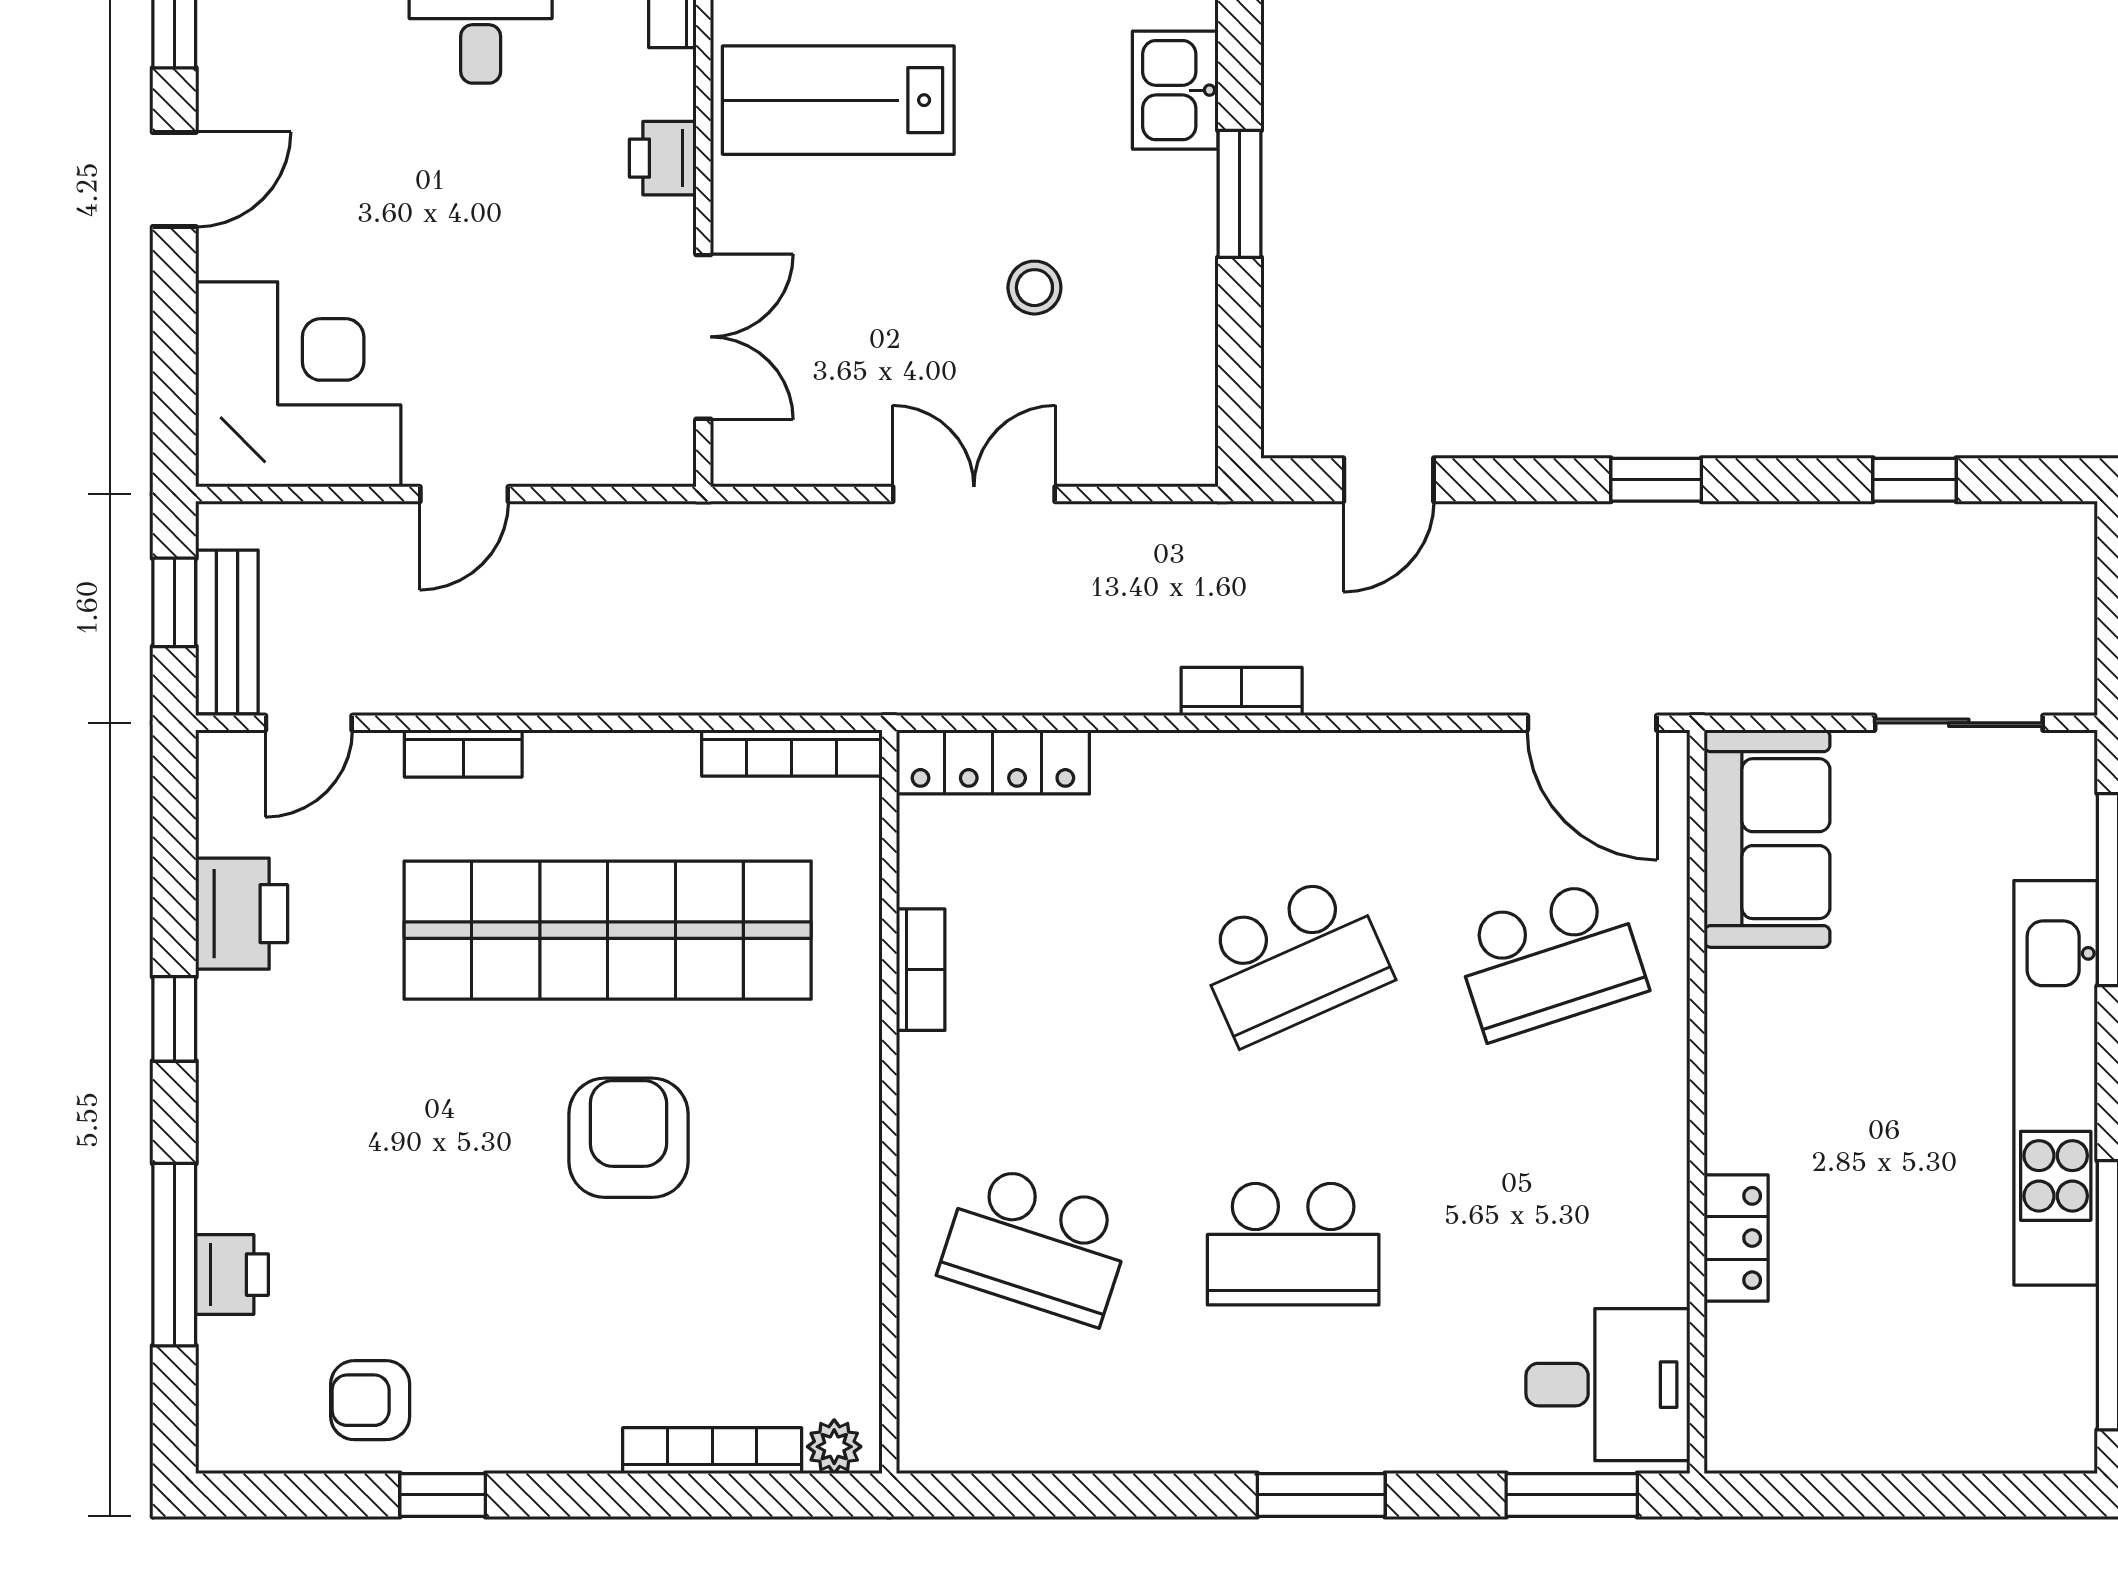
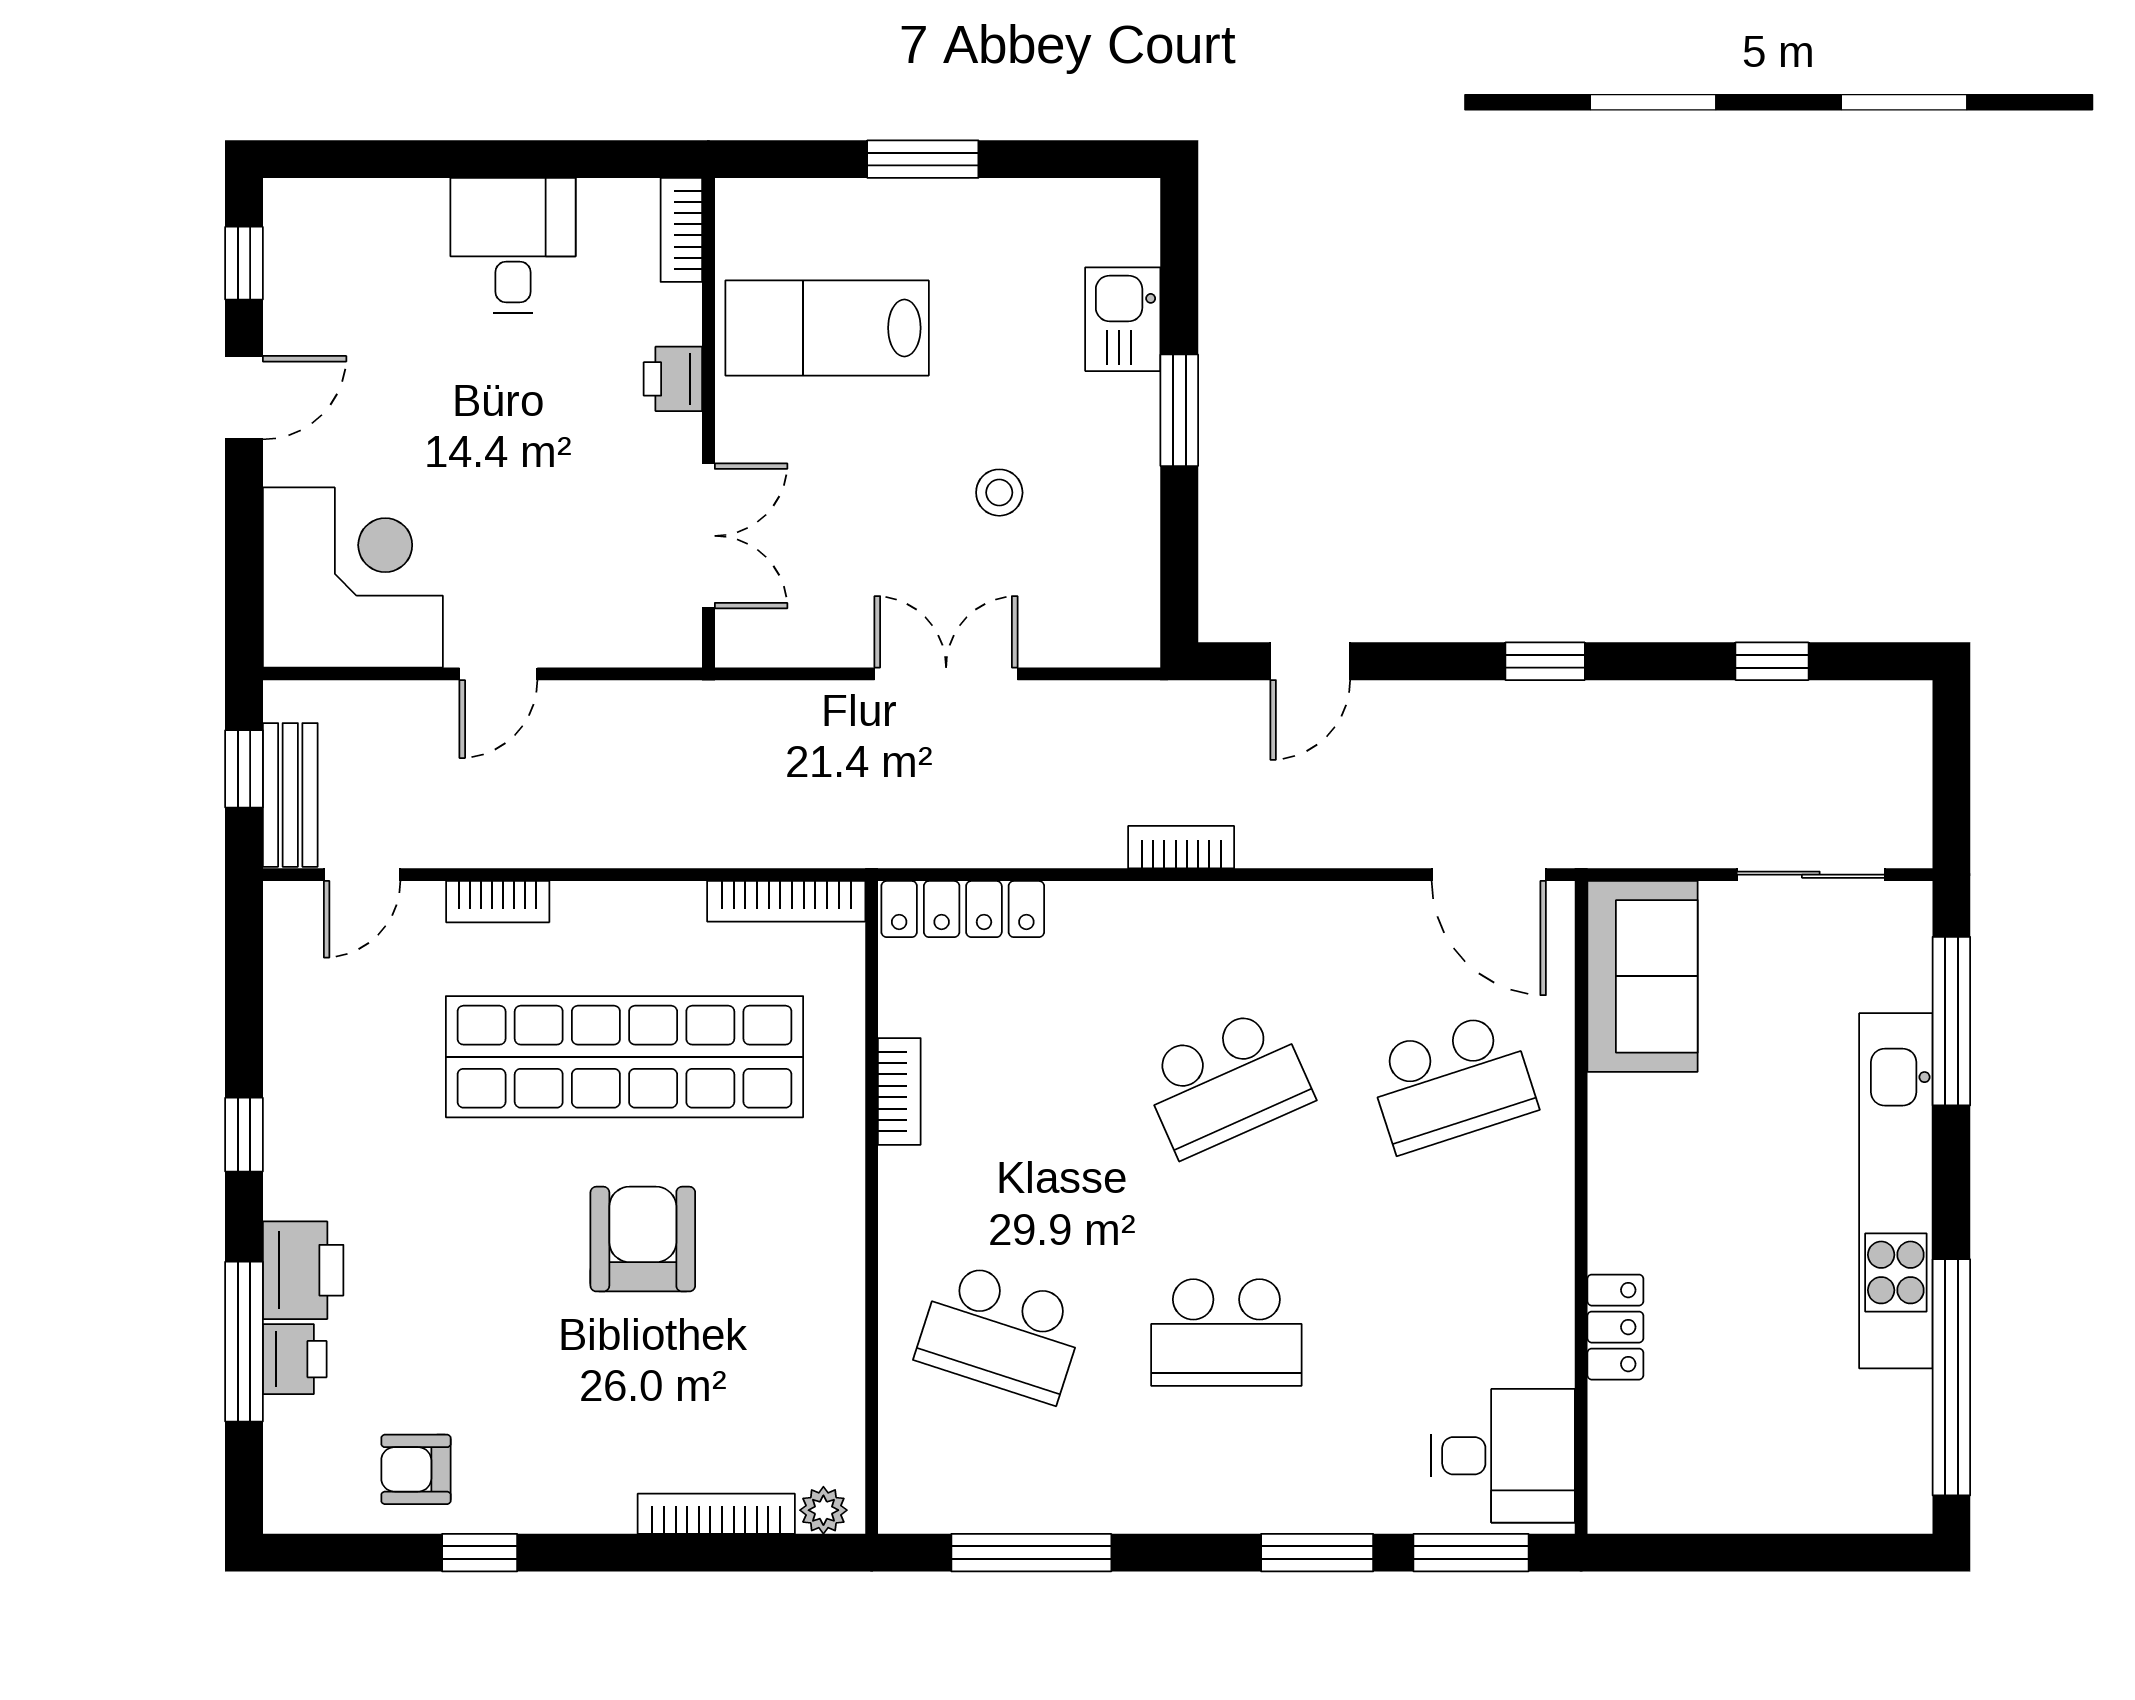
printer: (242, 914) -> (303, 1270), moved
window: (1071, 1495) -> (1031, 1553), added
window: (1321, 1495) -> (1317, 1553), moved

